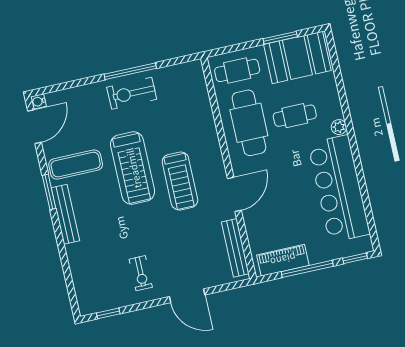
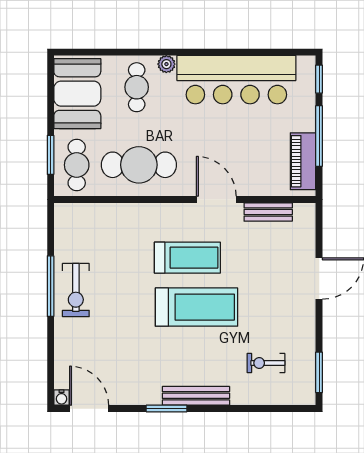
window: (280, 38) -> (51, 155), moved
cafe table: (295, 116) -> (137, 87), moved
exercise mat: (76, 165) -> (142, 372), removed
treadmill: (133, 168) -> (196, 307), moved
bench: (235, 248) -> (268, 212), width x0.73
exercise bike: (141, 273) -> (266, 363), moved, turned 180
window: (108, 313) -> (319, 372), width x1.50

